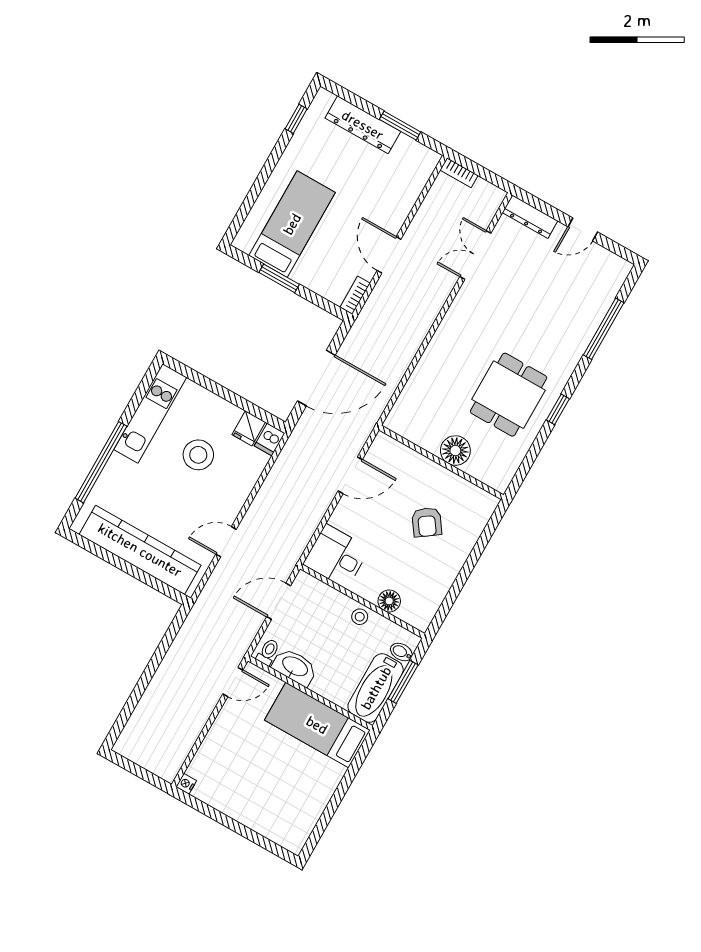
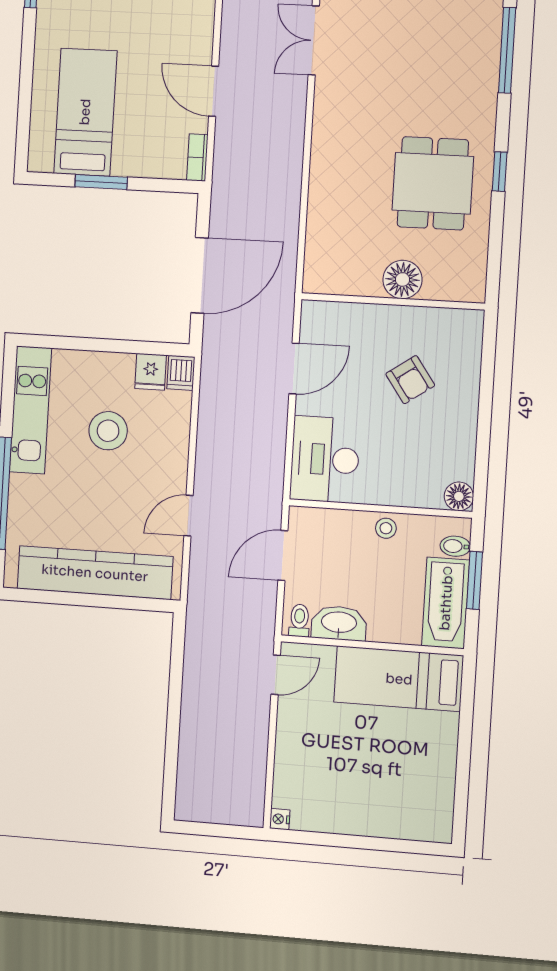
desk: (336, 556) -> (325, 459), width x1.37
floor lamp: (389, 601) -> (459, 496), moved

